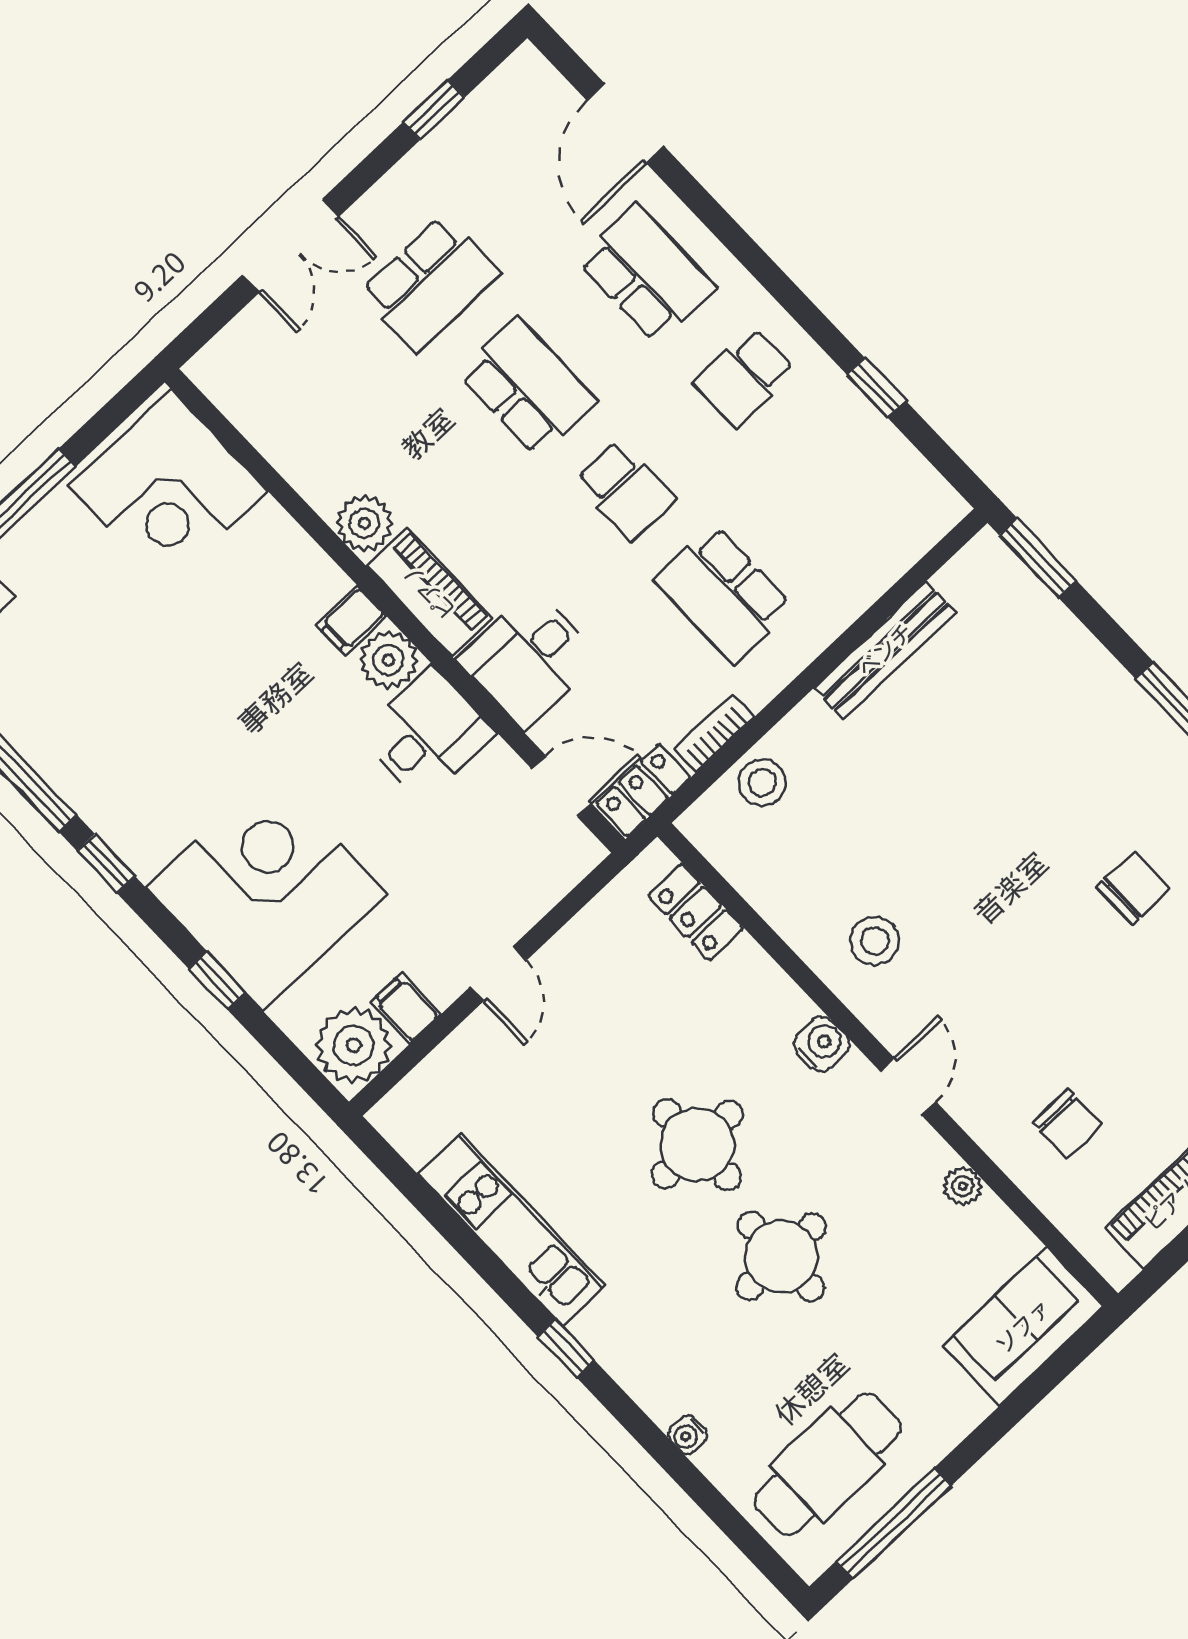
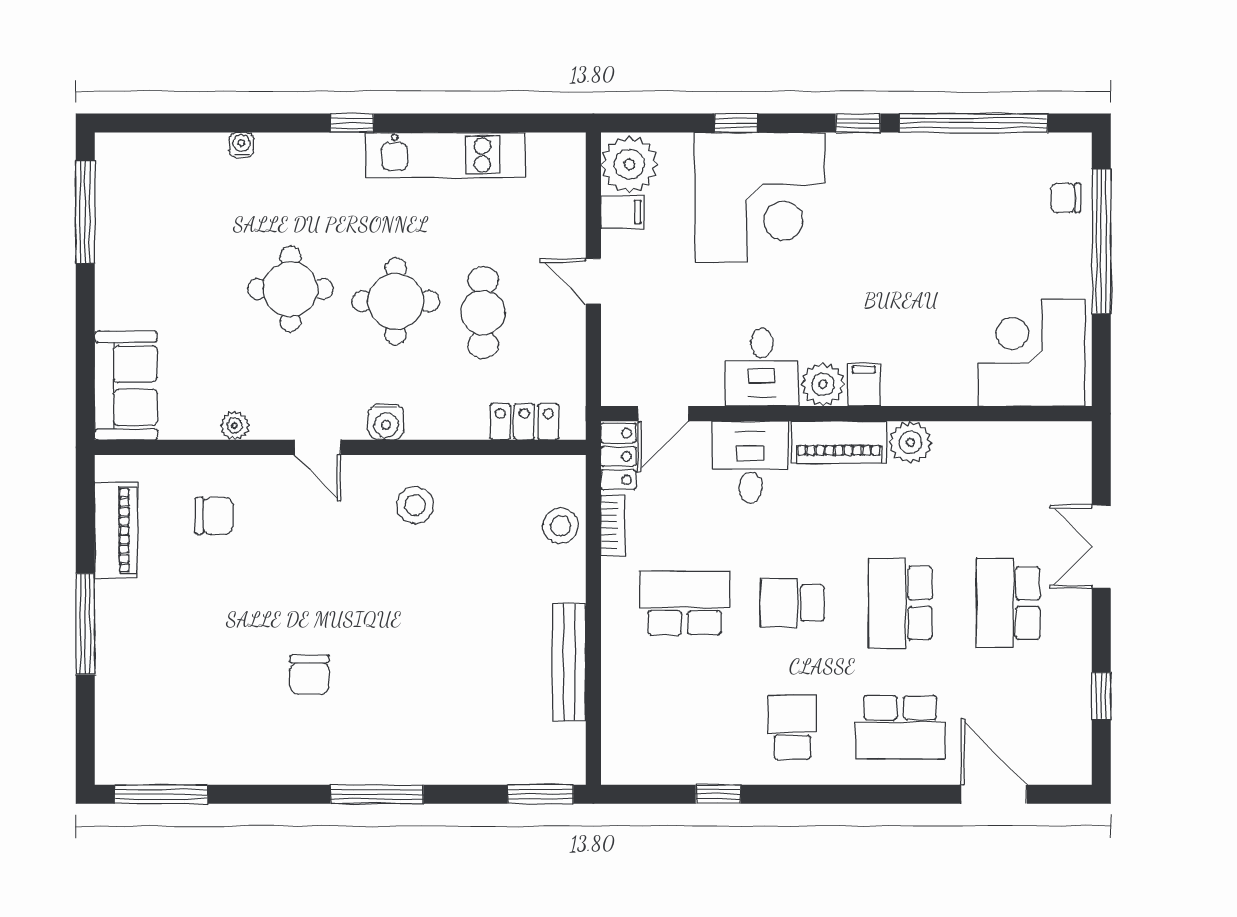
school desk: (527, 387) -> (900, 603), turned 90
chair: (1068, 1124) -> (214, 516), turned 180
cafe table: (827, 1464) -> (483, 313), moved, width x0.73, depth x0.74

